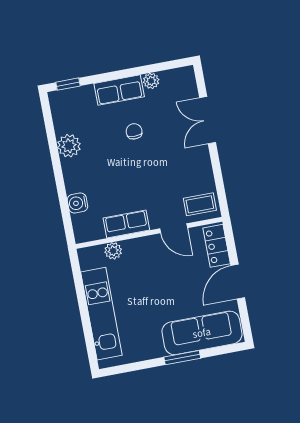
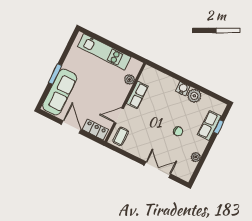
window: (68, 84) -> (219, 127), moved
row of seats: (119, 90) -> (209, 125), moved
water cooler: (77, 203) -> (183, 89), moved

